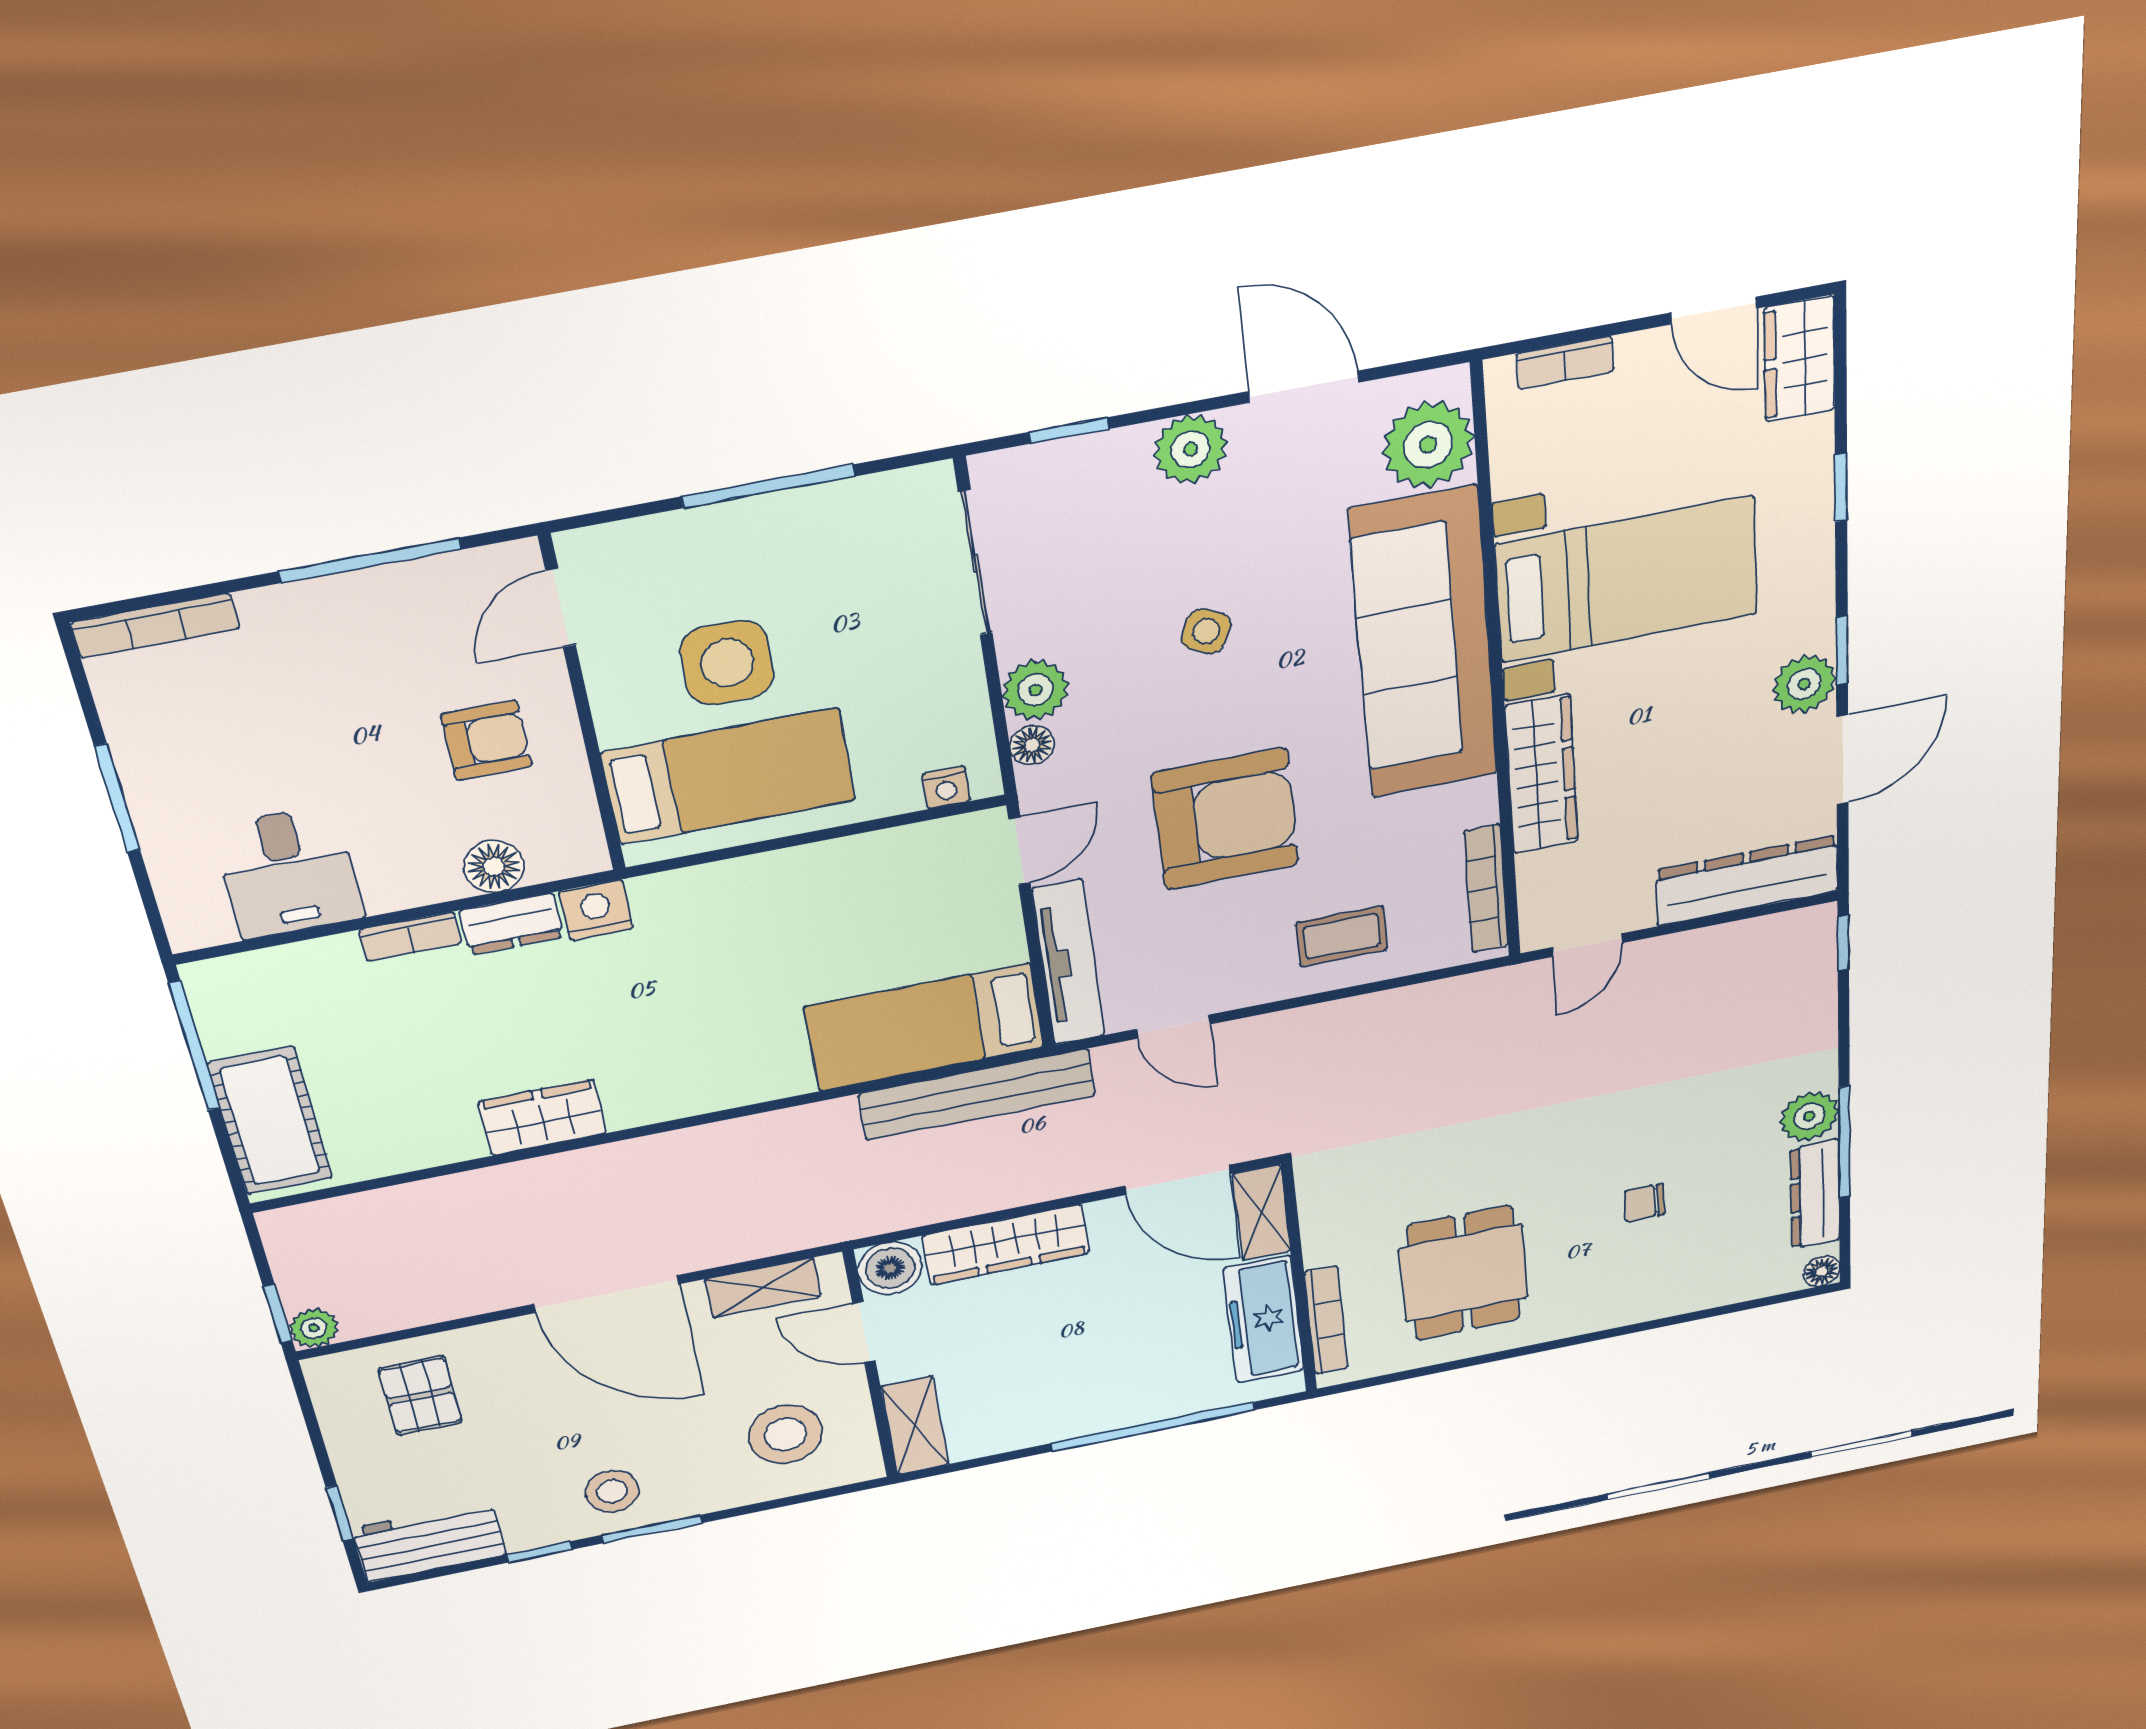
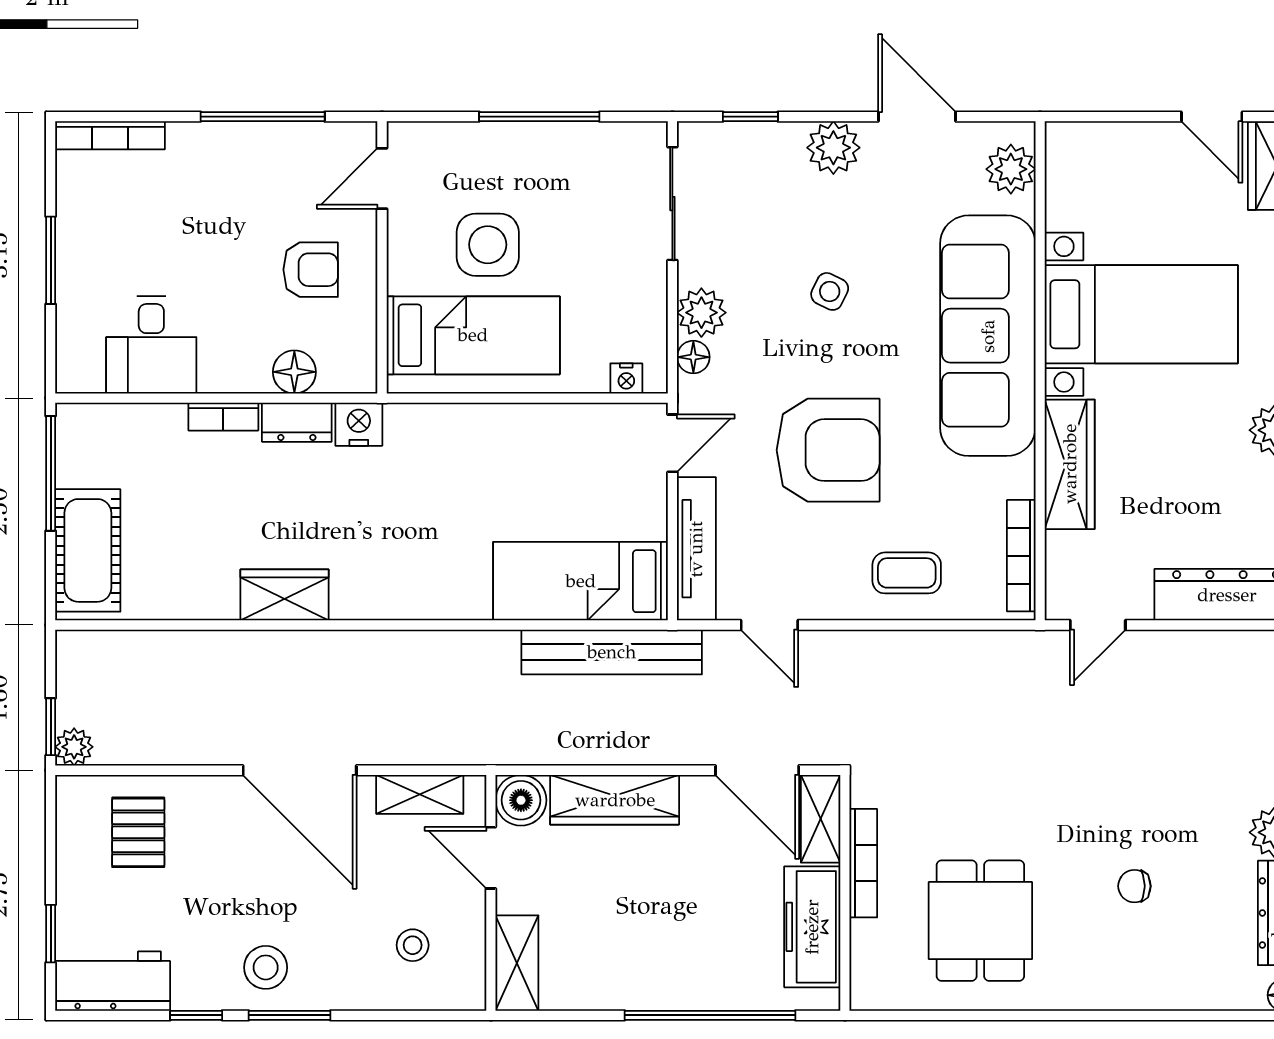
bookcase: (1565, 363) -> (1103, 135), removed
plant: (1428, 445) -> (1011, 169), width x0.73, depth x0.73
bookcase: (1326, 1320) -> (863, 863), moved
stool: (786, 1434) -> (413, 945), width x0.53, depth x0.53

